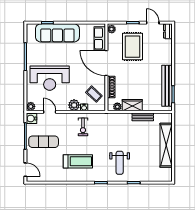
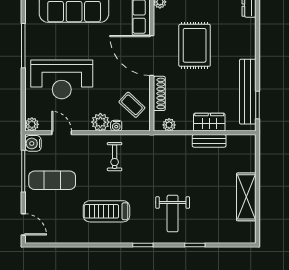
rug: (132, 47) -> (195, 45), moved
wardrobe: (132, 105) -> (209, 122), moved
shelving: (166, 145) -> (246, 197), width x0.68
treadmill: (78, 161) -> (106, 211), turned 180

